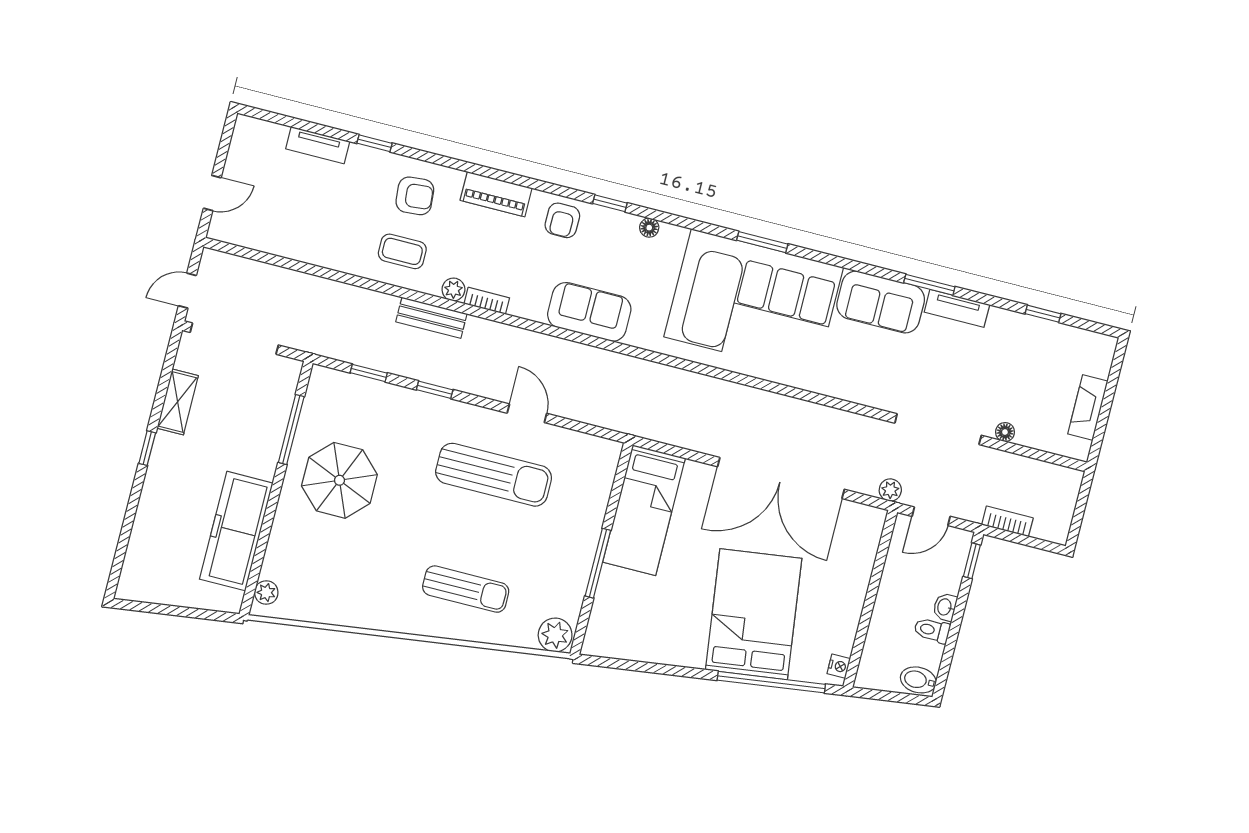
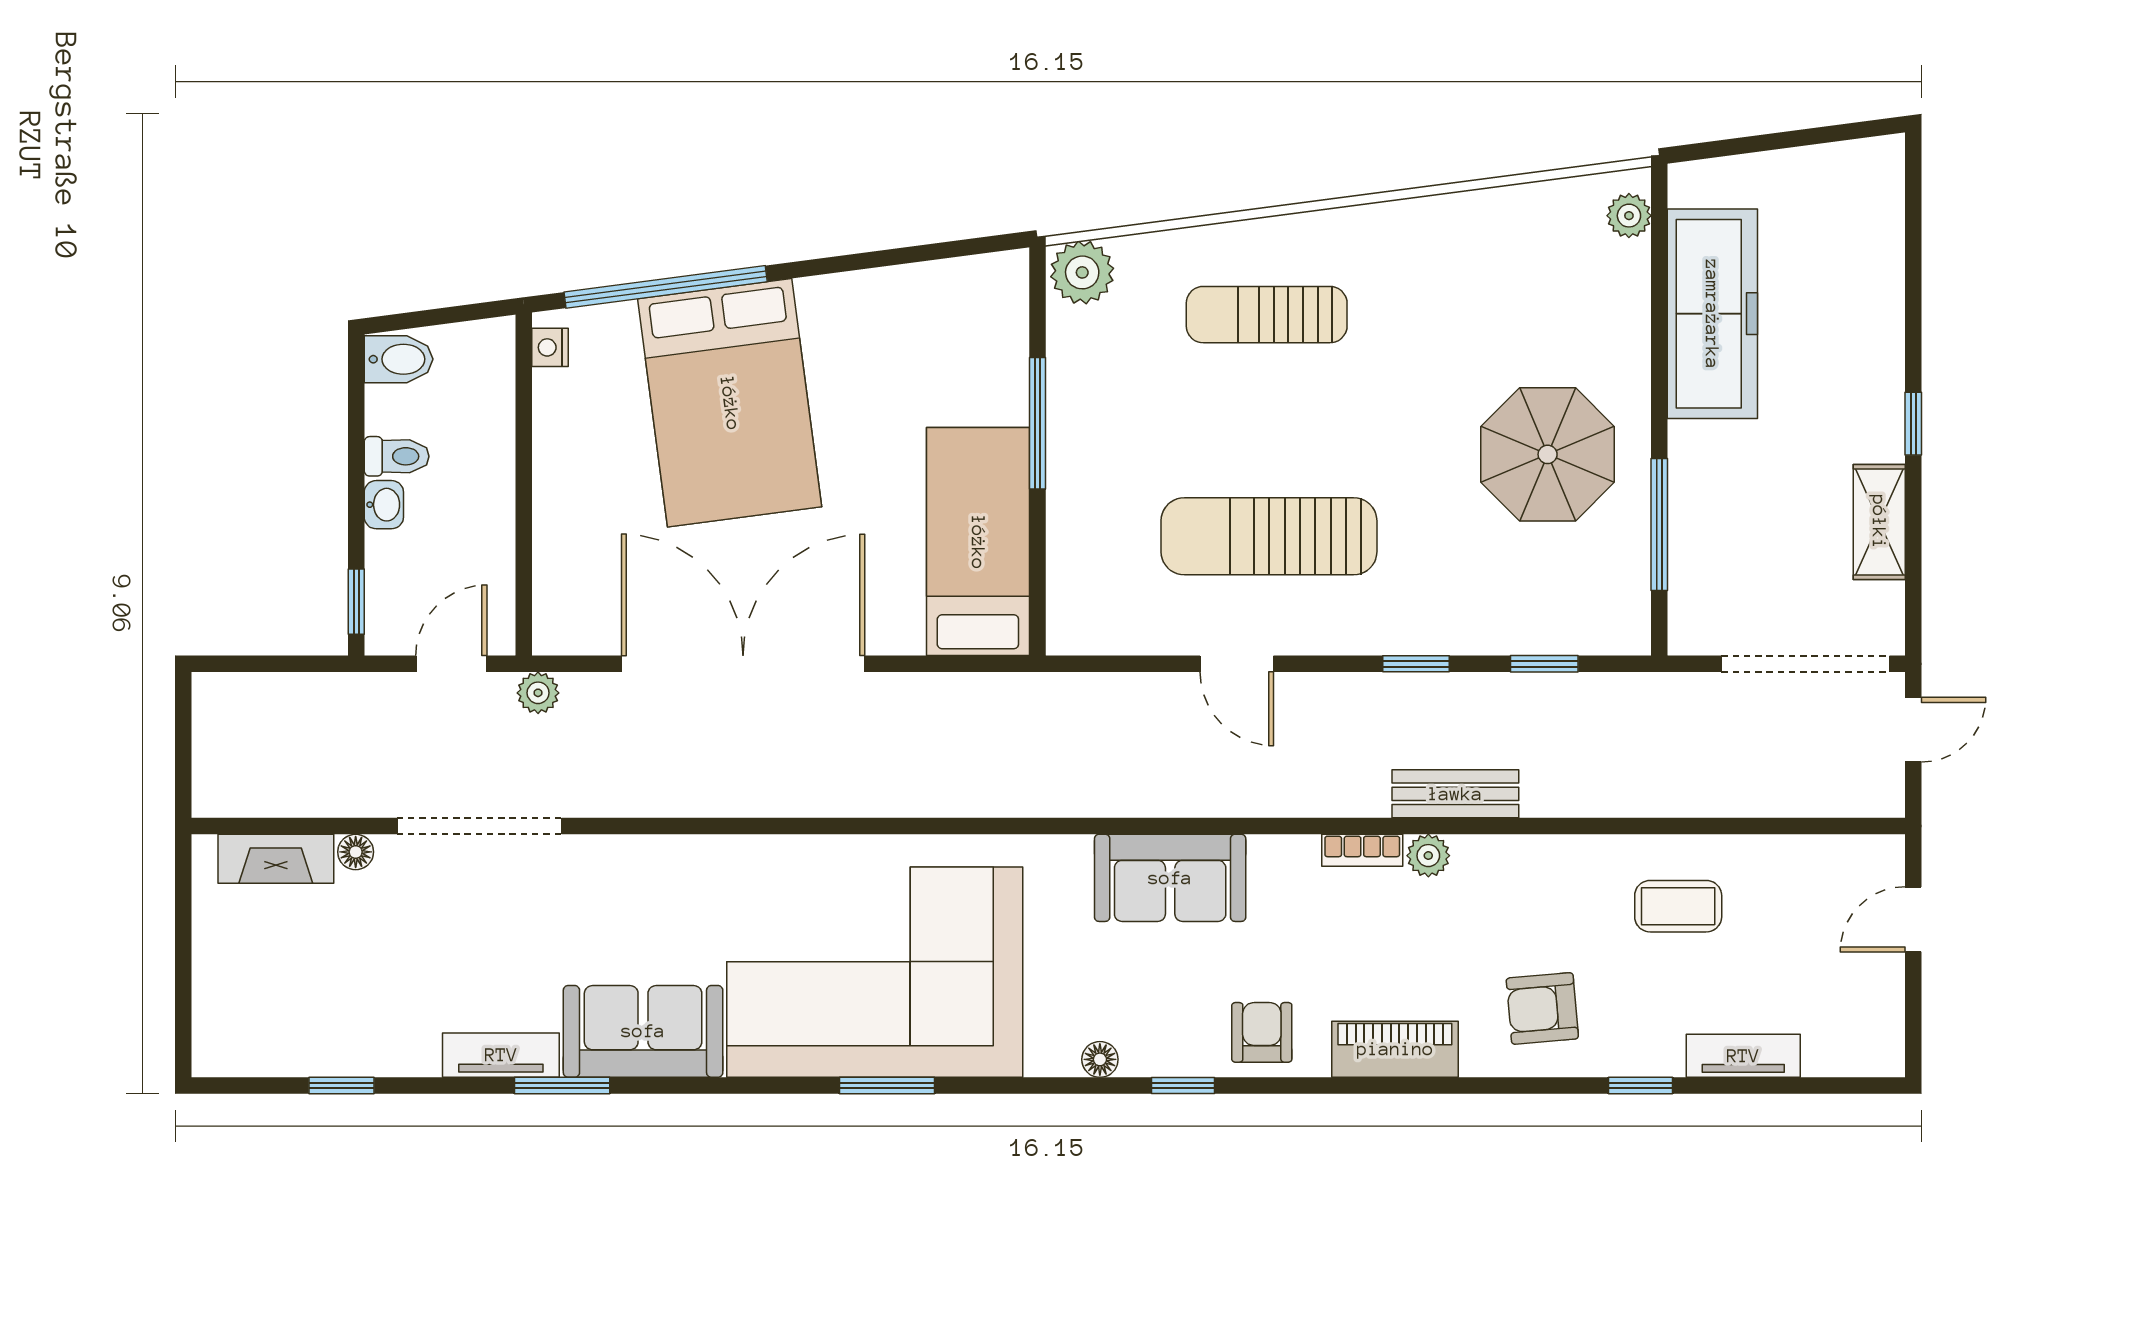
coffee table: (402, 251) -> (1678, 906), moved
fireplace: (1088, 407) -> (276, 859), moved, turned 90
bookcase: (1007, 521) -> (310, 690), removed

